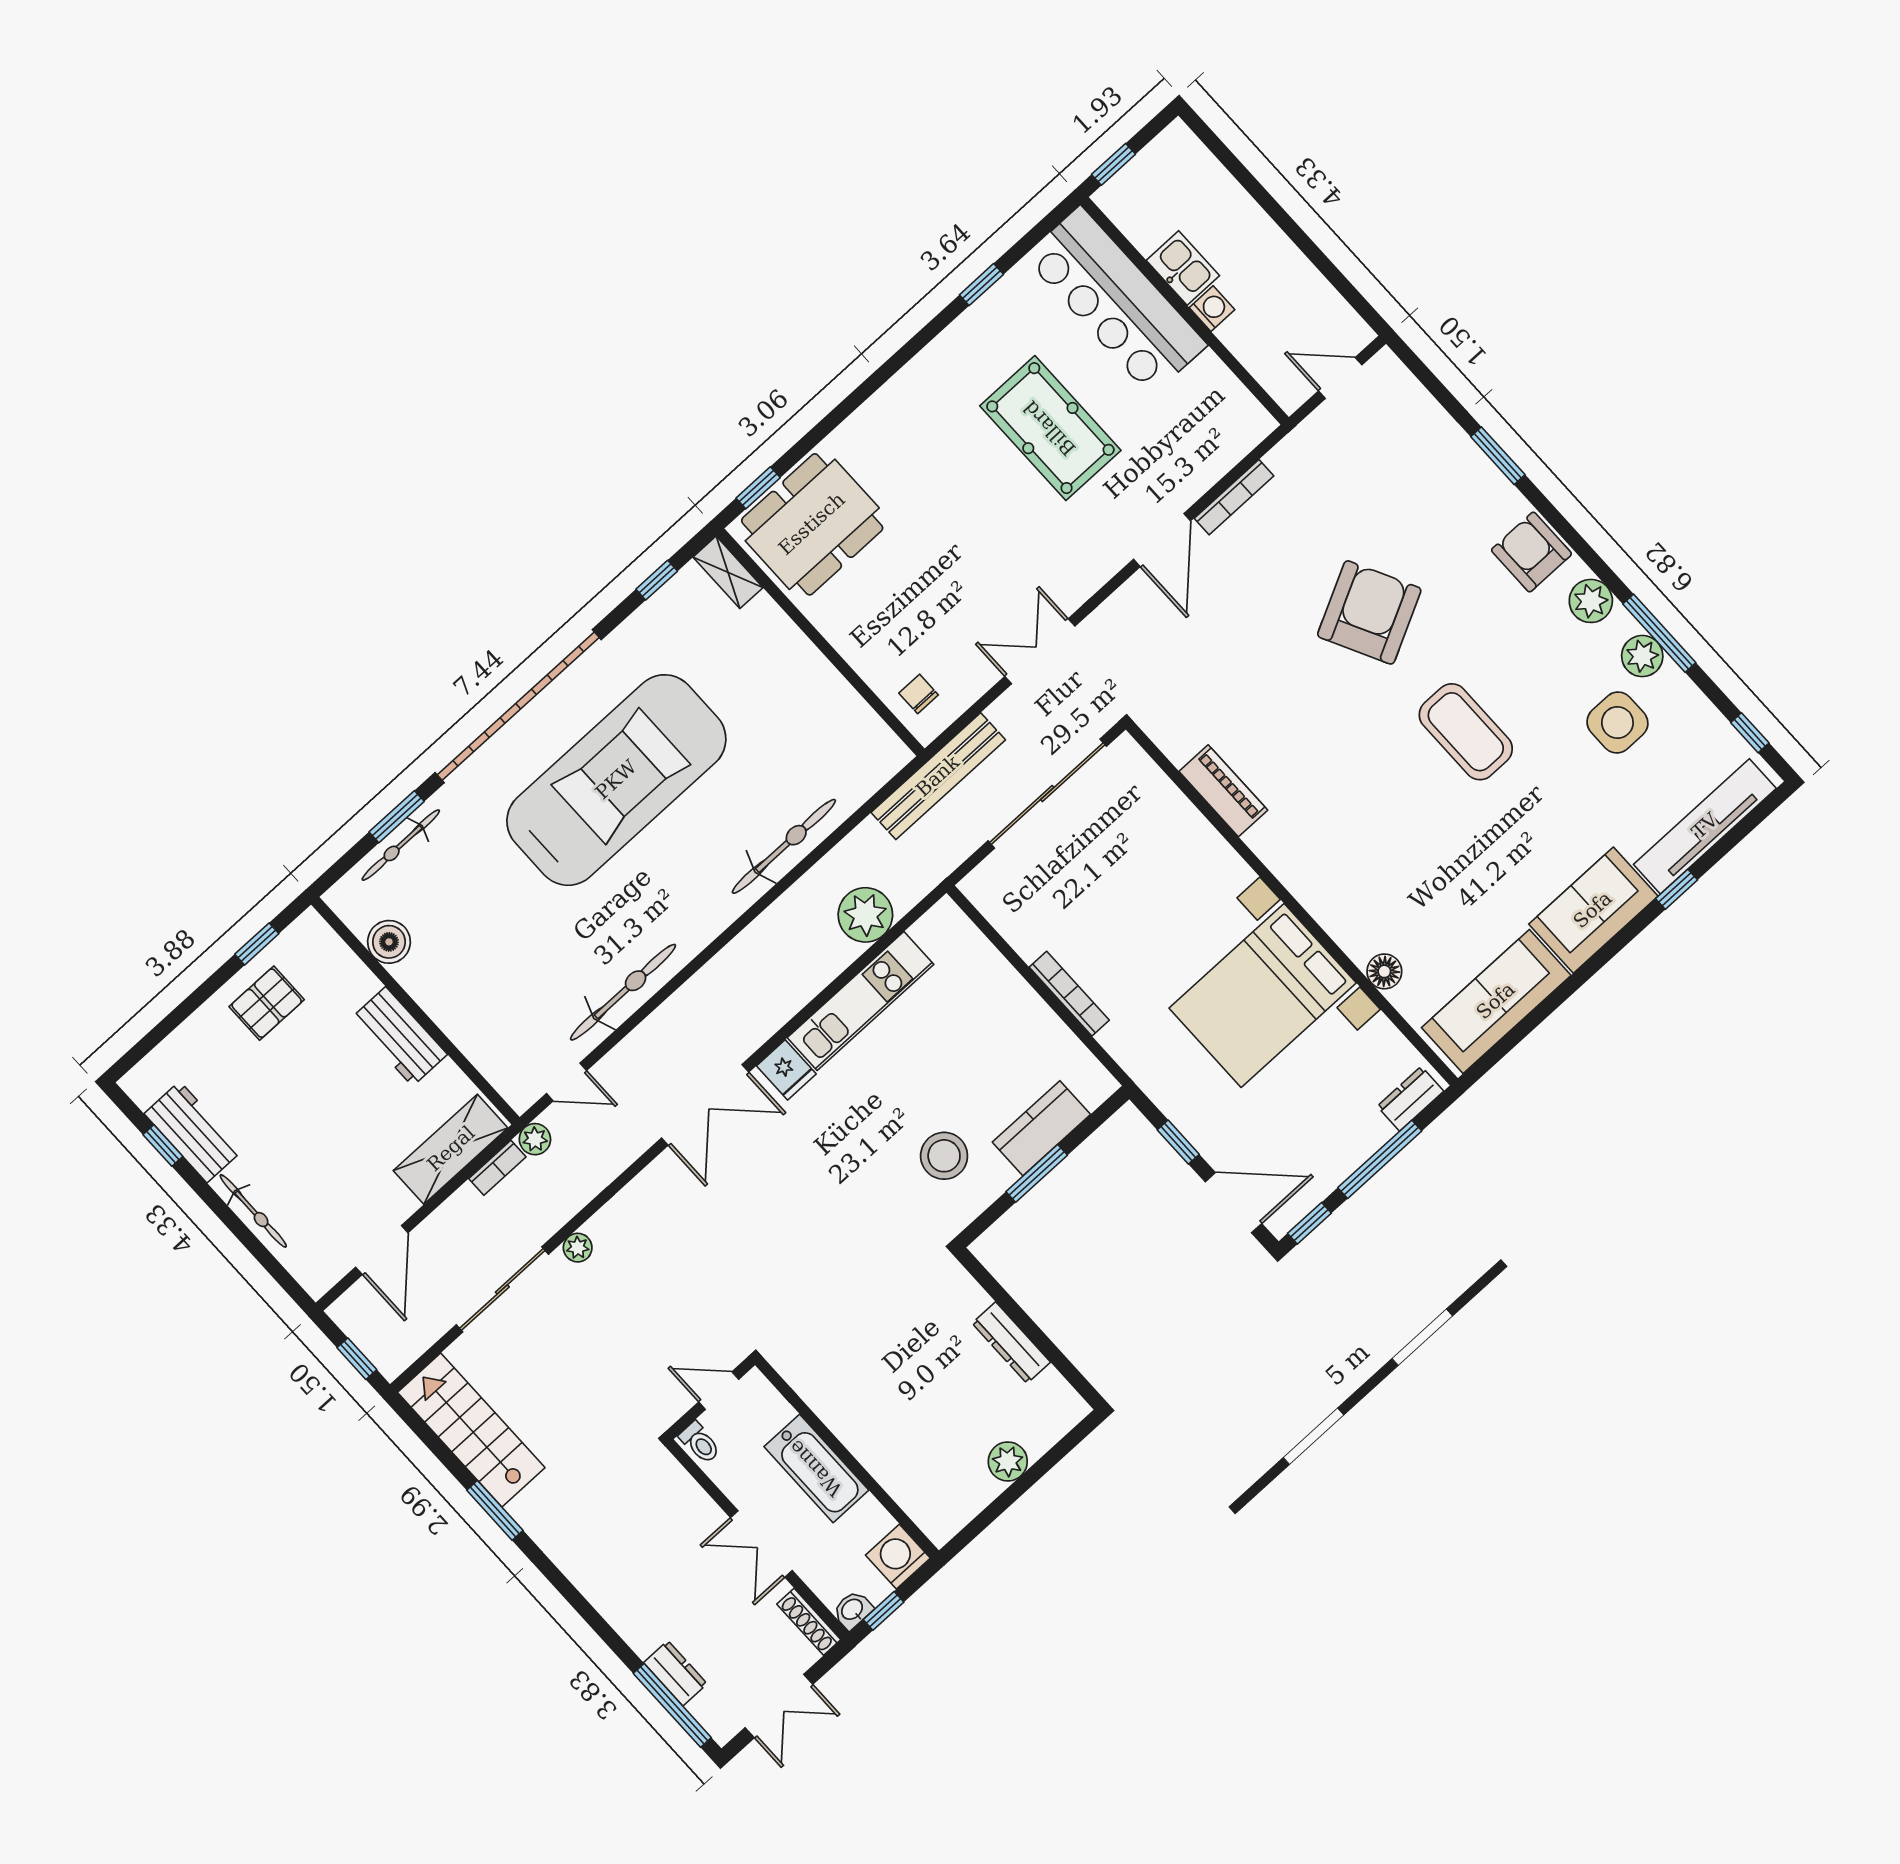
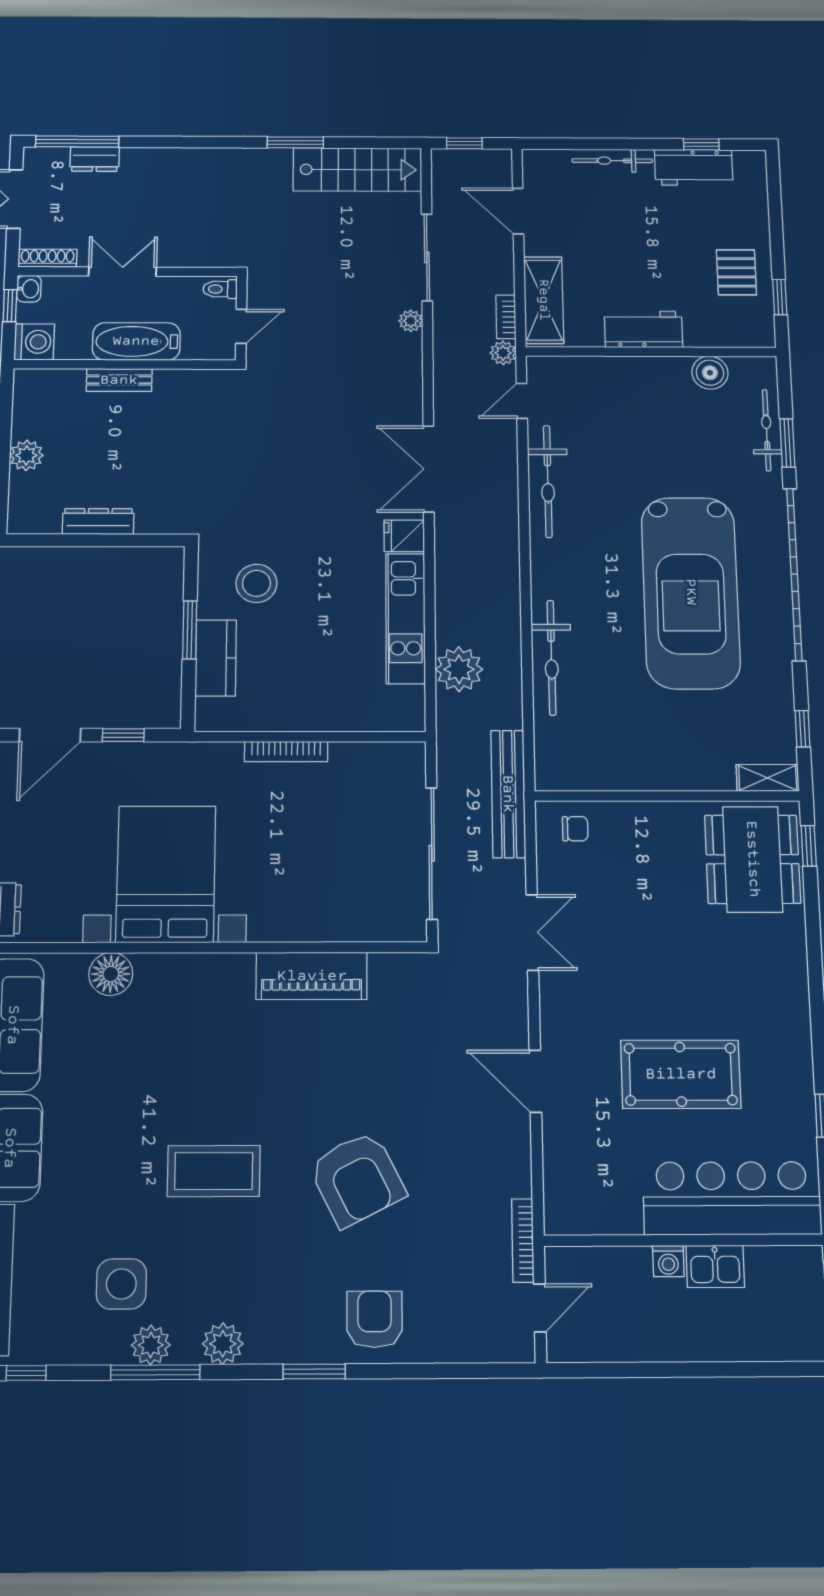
window: (1498, 456) -> (314, 1372), moved
bookcase: (1234, 497) -> (523, 1240), moved
armchair: (1531, 552) -> (375, 1319), moved, turned -90
piano: (1223, 791) -> (312, 976), width x1.37, depth x1.33
floor lamp: (1384, 971) -> (111, 974), width x1.38, depth x1.38
bench: (866, 1449) -> (119, 380), added

